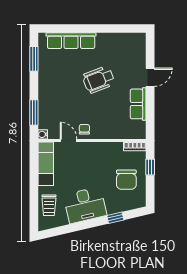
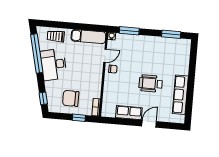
row of seats: (71, 41) -> (180, 95), moved
door: (150, 77) -> (149, 124), swing flipped
wheelchair: (99, 80) -> (151, 83), turned -69
window: (115, 218) -> (43, 98), moved
window: (73, 228) -> (37, 53), added

